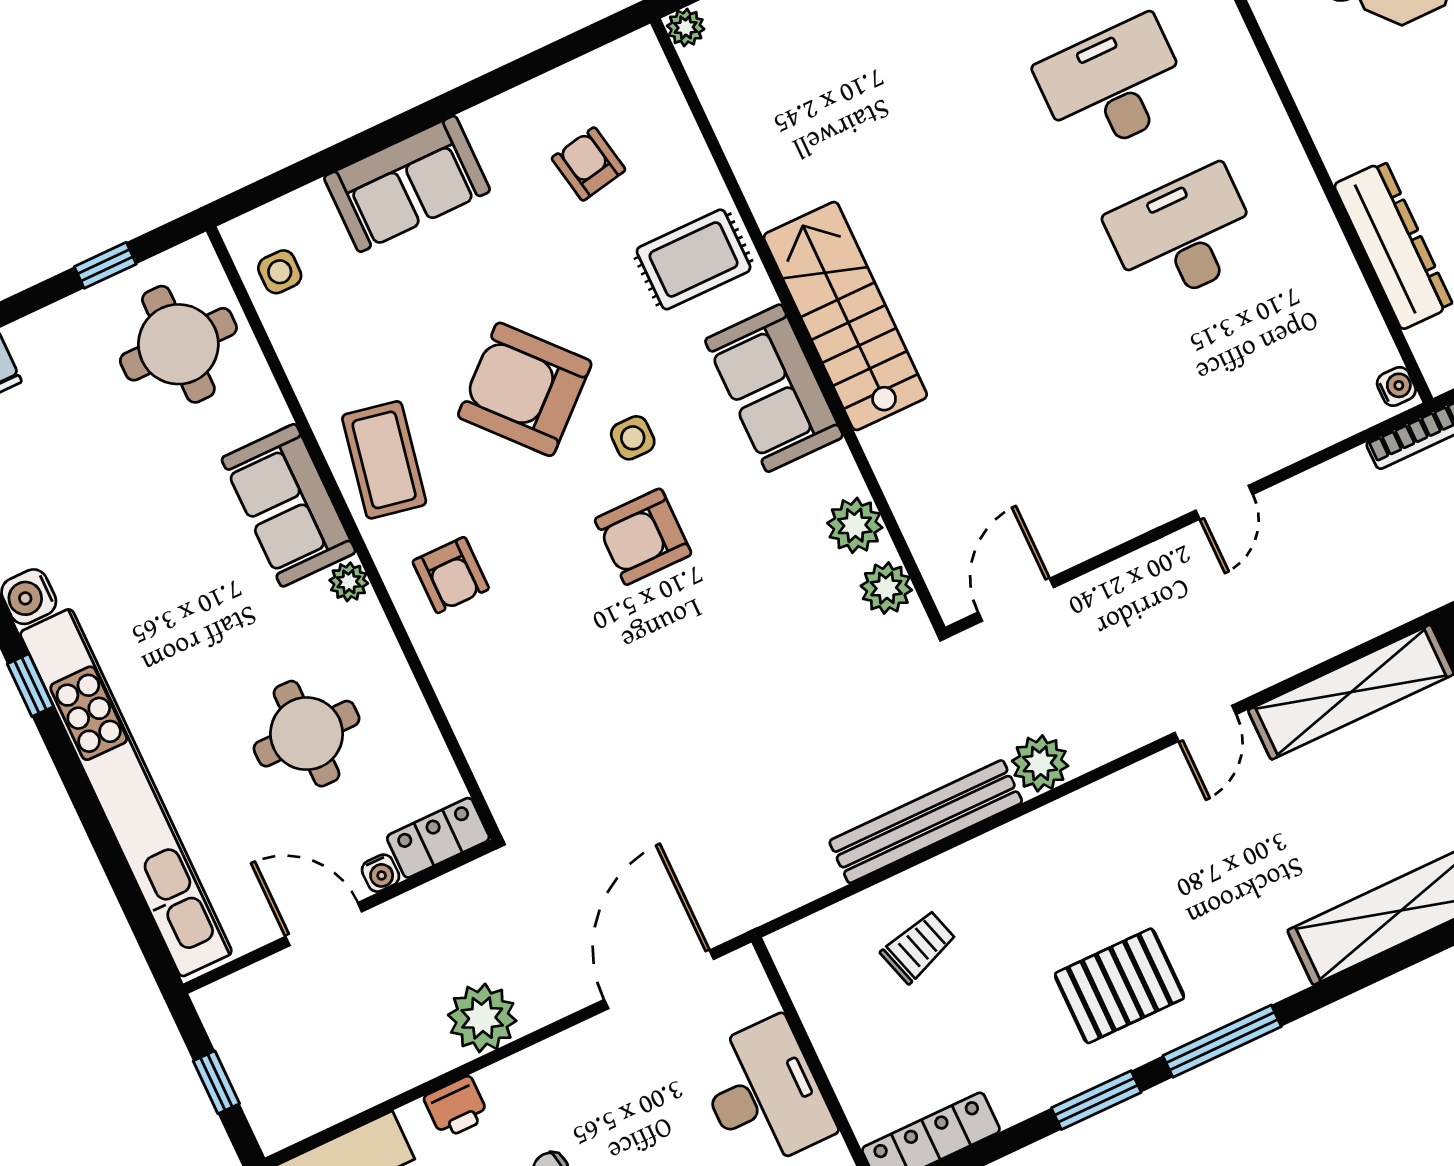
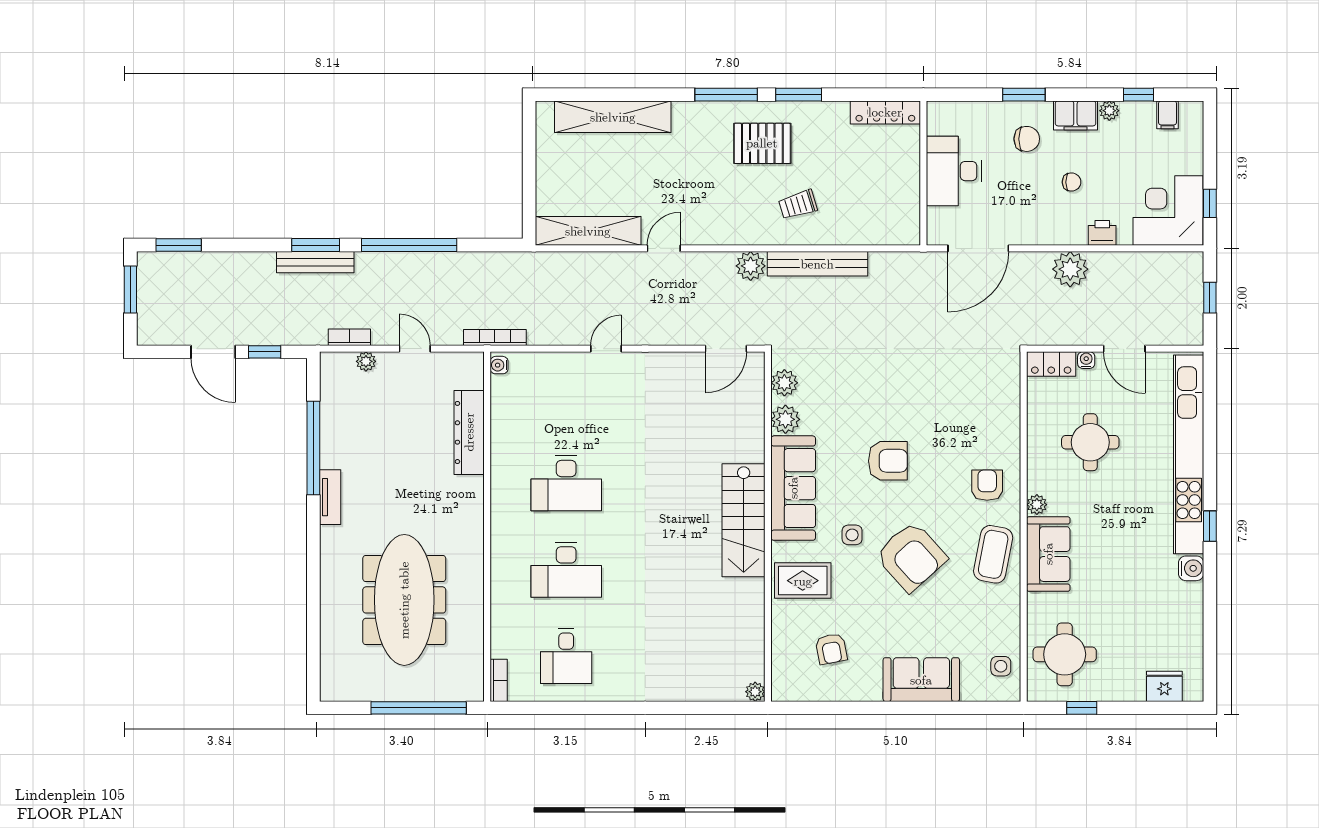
sofa: (774, 388) -> (793, 488), width x1.36
side table: (633, 438) -> (852, 535), moved
trolley: (918, 947) -> (798, 205), moved

